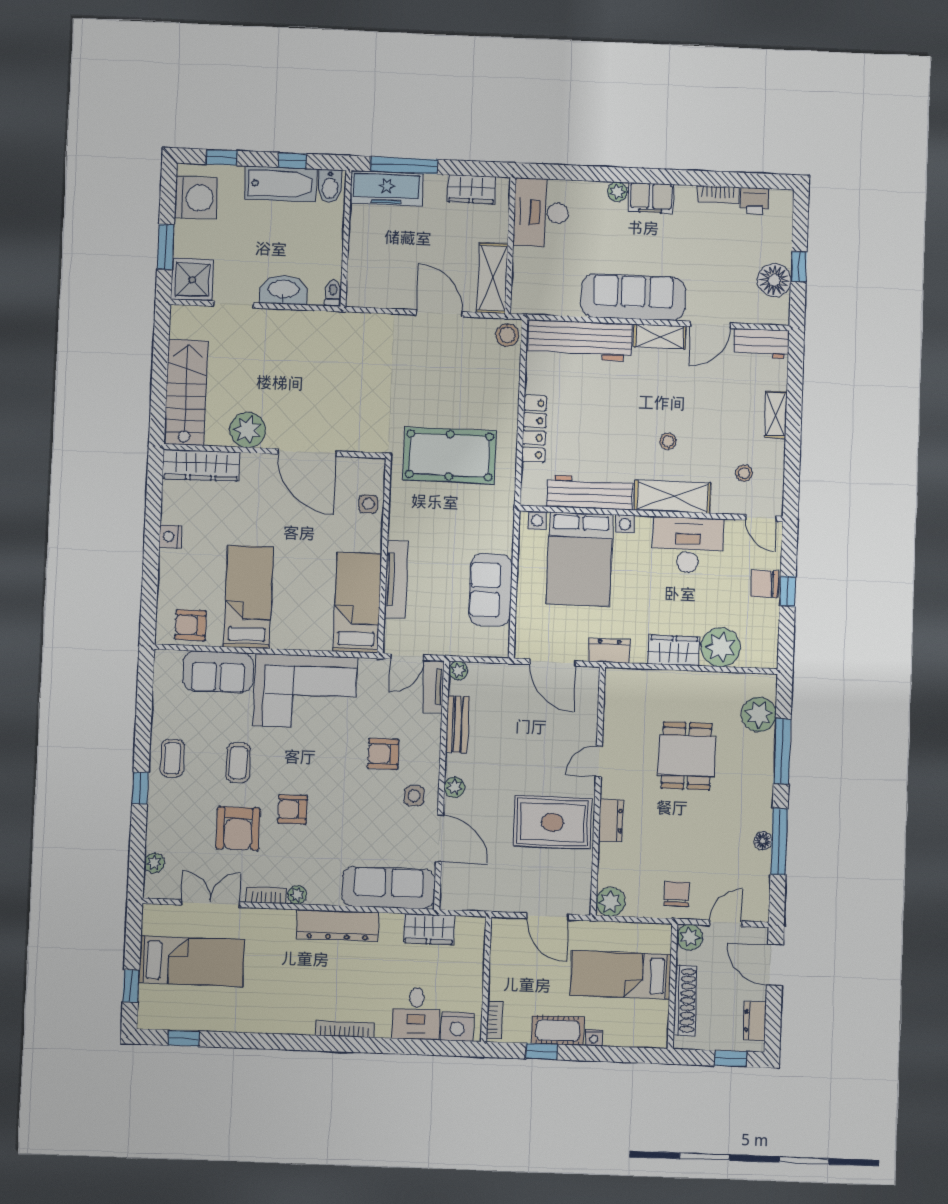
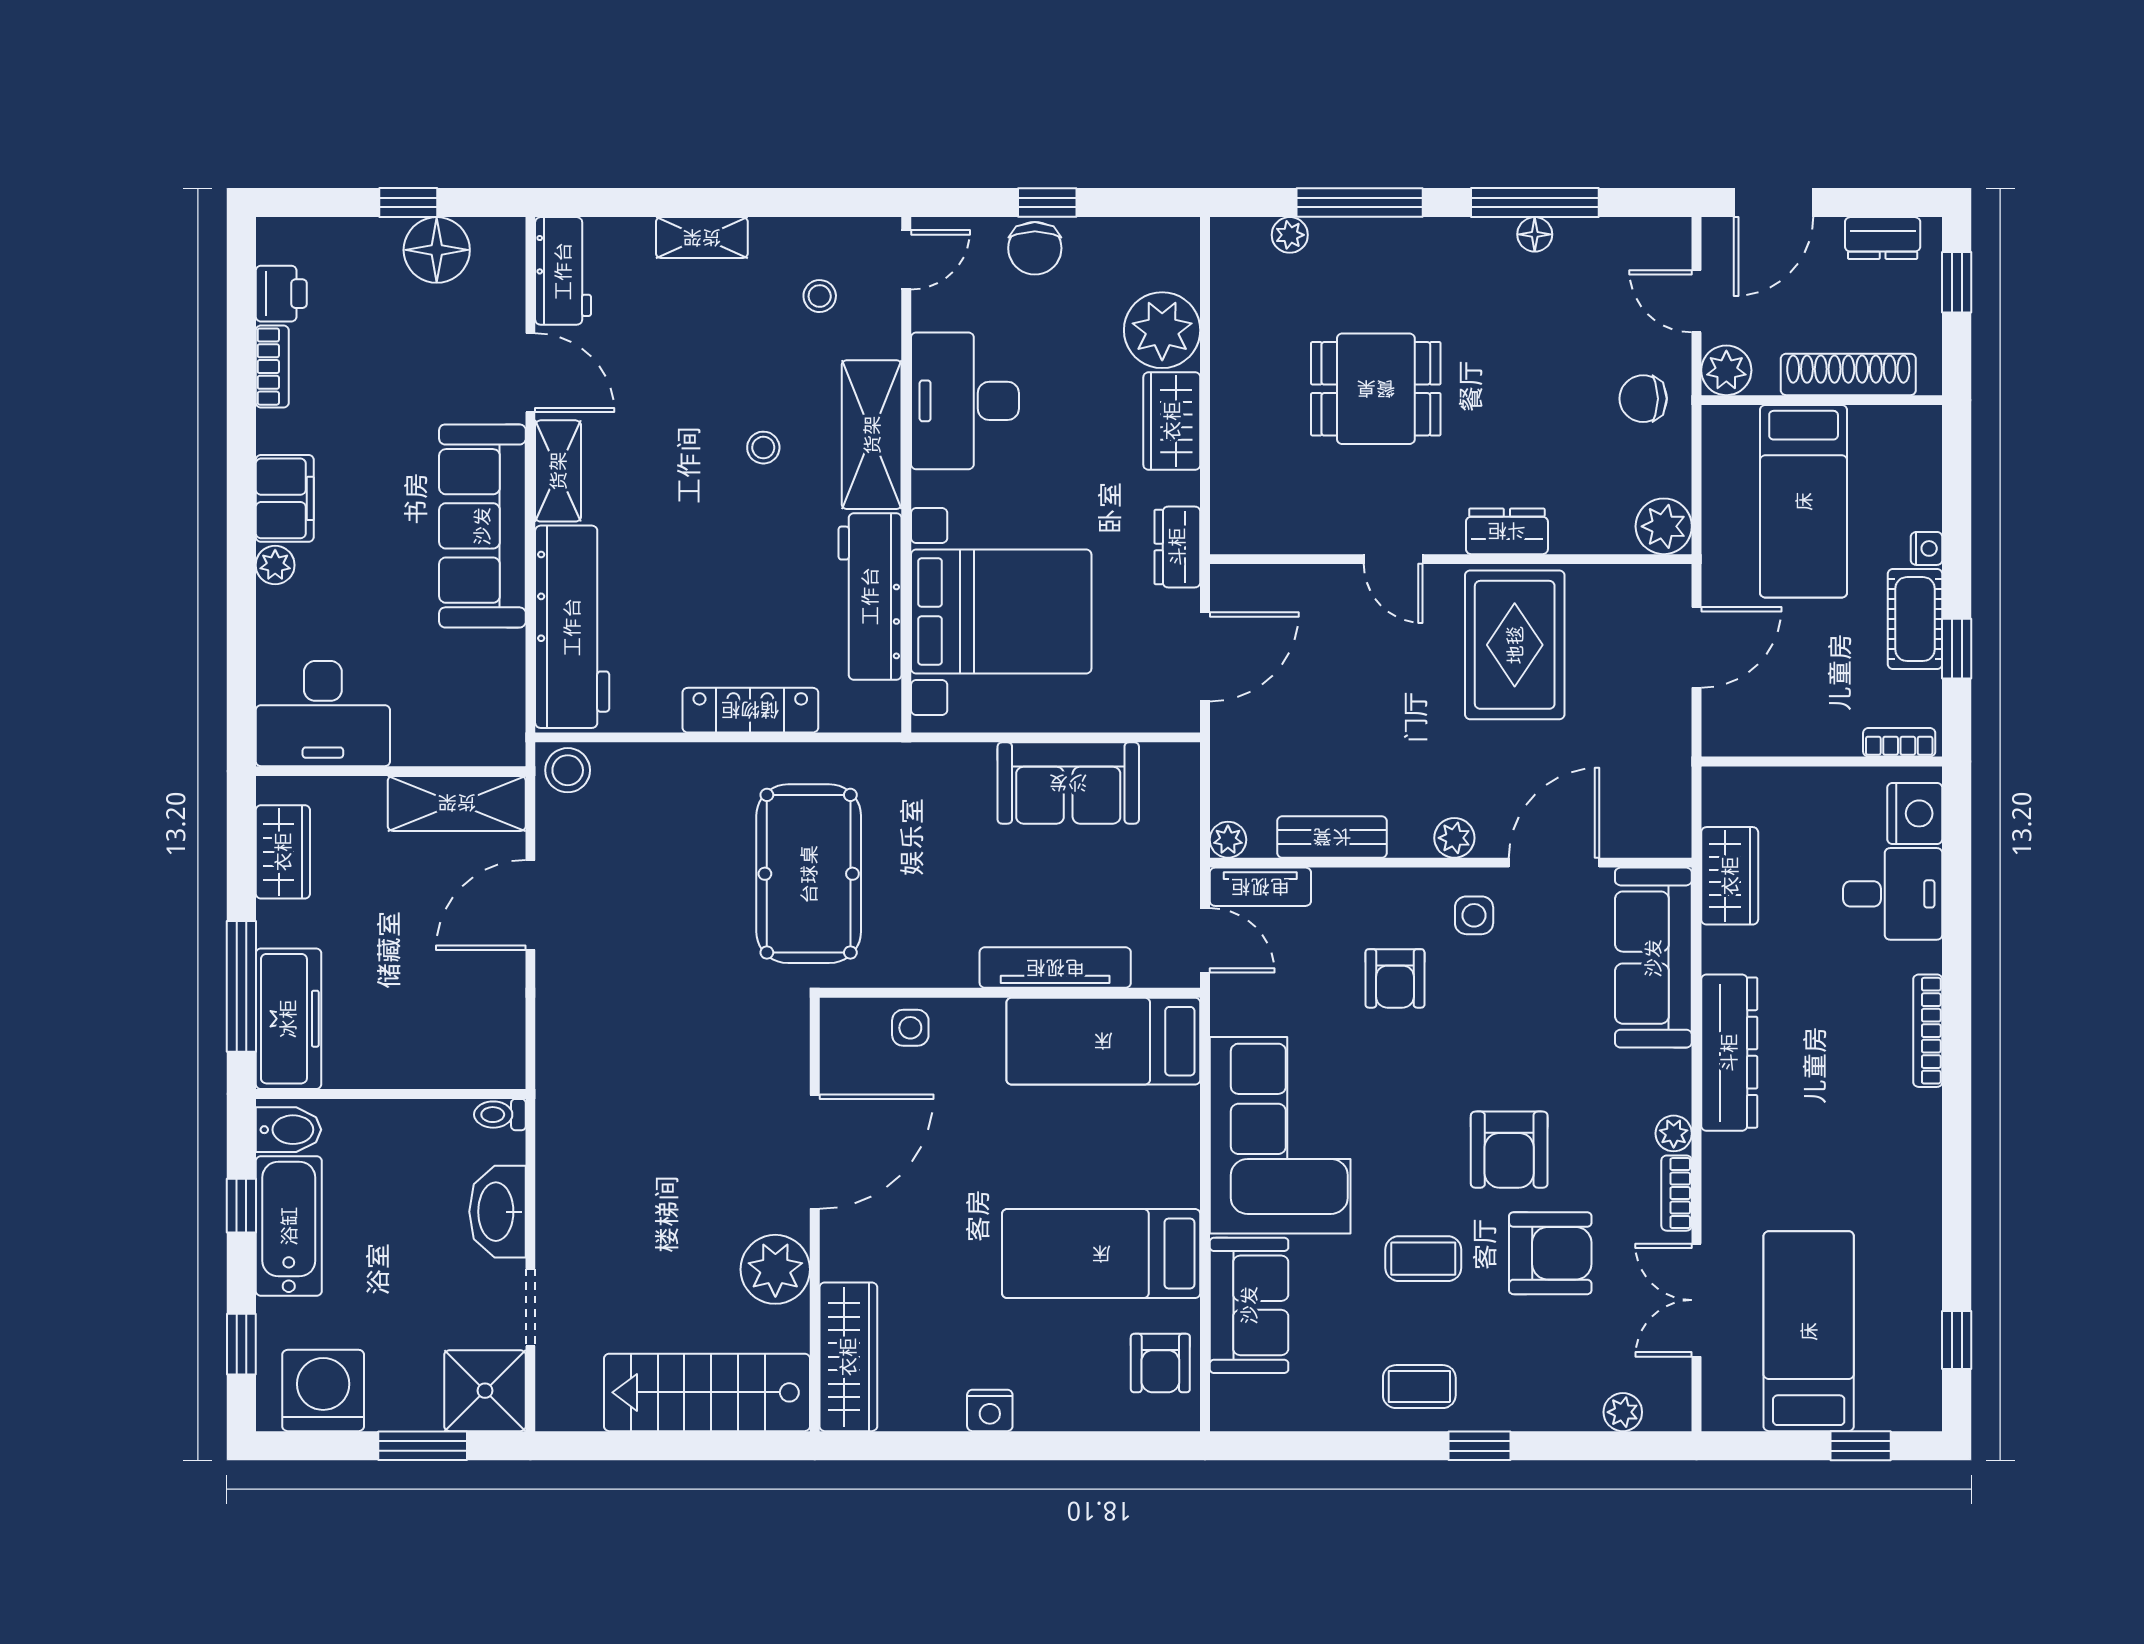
plant: (759, 714) -> (1290, 235), width x0.53, depth x0.53
armchair: (292, 809) -> (1509, 1150), width x1.38, depth x1.38

